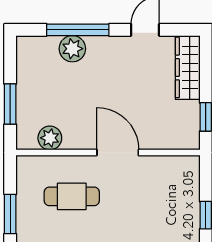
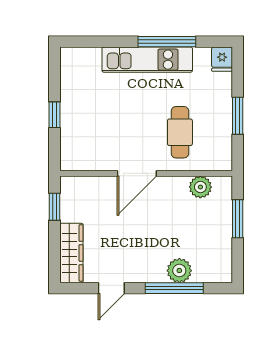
door: (118, 153) -> (137, 173), hinge flipped
cafe table: (72, 196) -> (180, 132), turned 90

